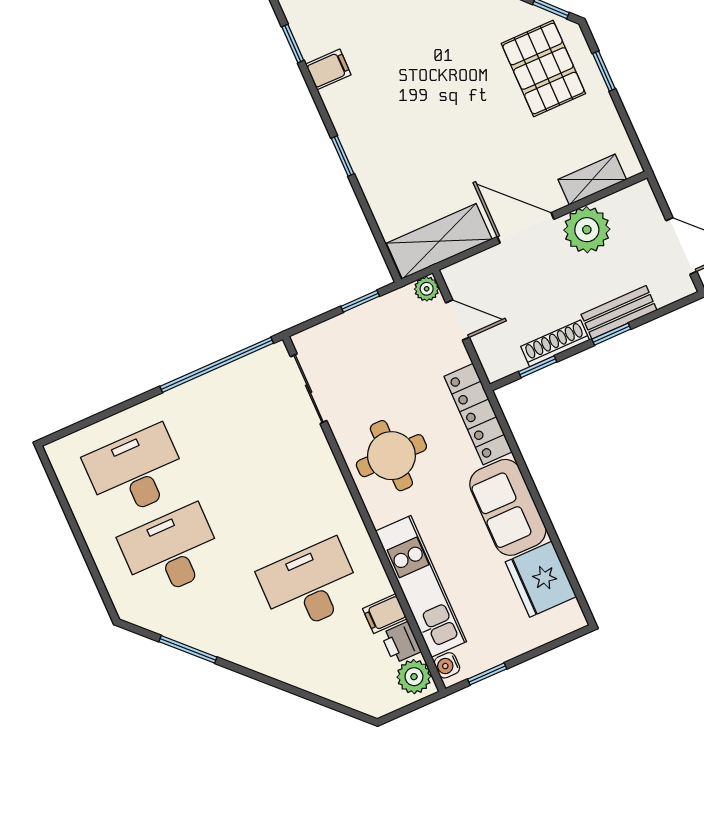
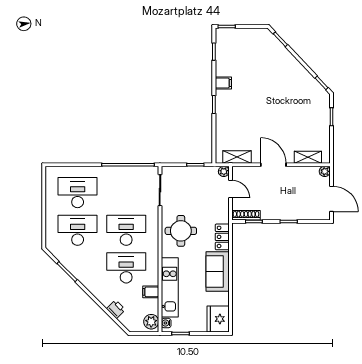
pallet: (543, 68) -> (308, 105), removed
filing cabinet: (328, 69) -> (223, 83), moved
plant: (587, 230) -> (325, 171), moved, width x0.53, depth x0.53
shelving: (439, 241) -> (237, 157), width x0.67, depth x0.75
bench: (619, 312) -> (295, 214), removed
shoe rack: (555, 343) -> (246, 215), moved
locker: (478, 414) -> (222, 237), width x0.66
desk: (275, 506) -> (126, 230), added
fridge: (541, 579) -> (218, 319), moved
printer: (401, 643) -> (116, 309), moved, turned 135

